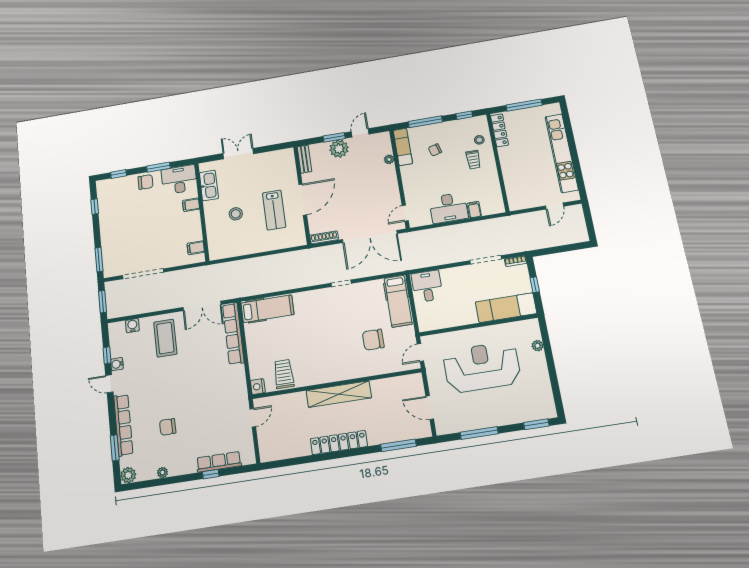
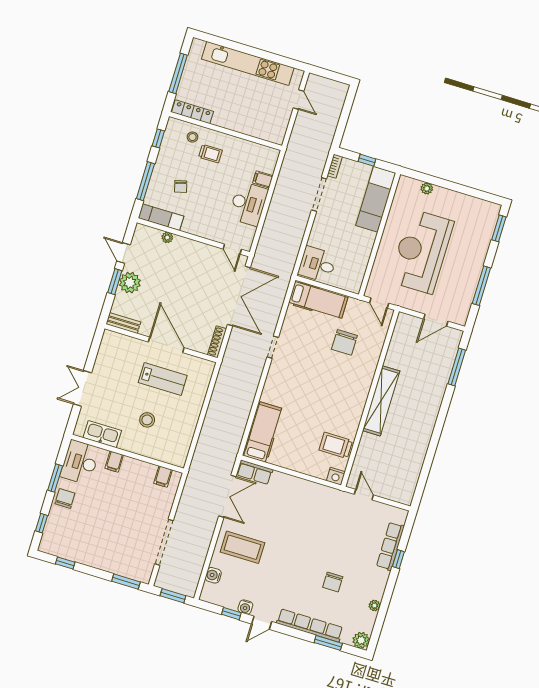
row of seats: (233, 334) -> (255, 472), width x0.50
locker: (339, 443) -> (427, 422), removed

